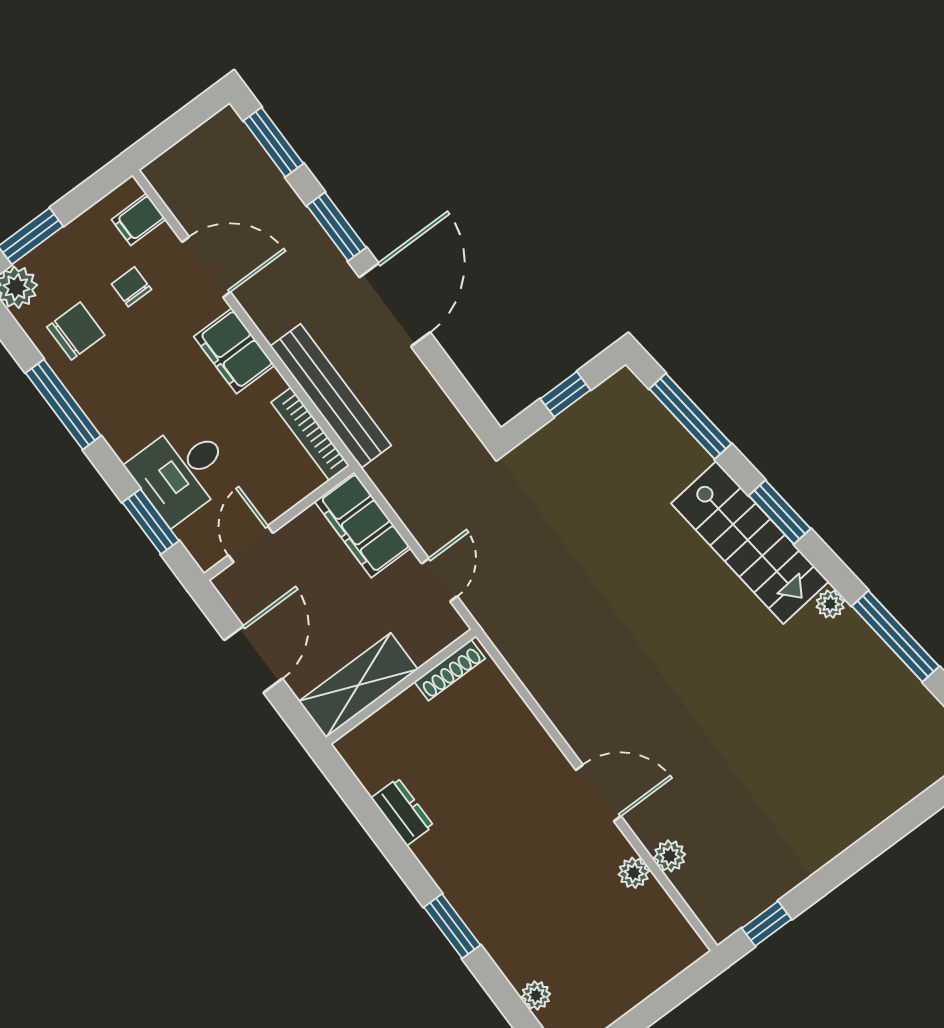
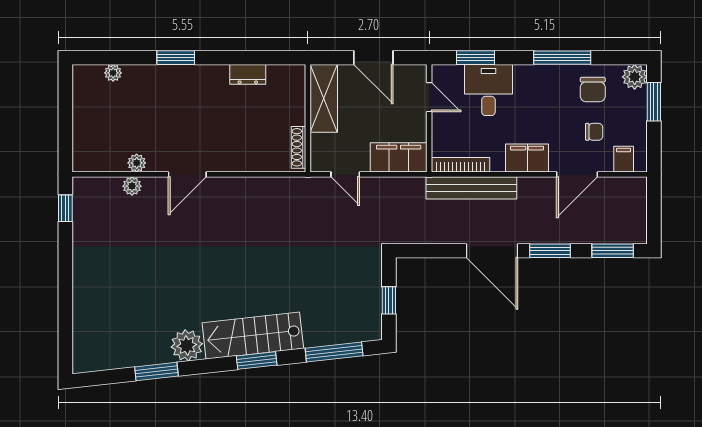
plant: (830, 604) -> (187, 345), width x1.87, depth x1.87
window: (895, 636) -> (156, 372), width x0.69

